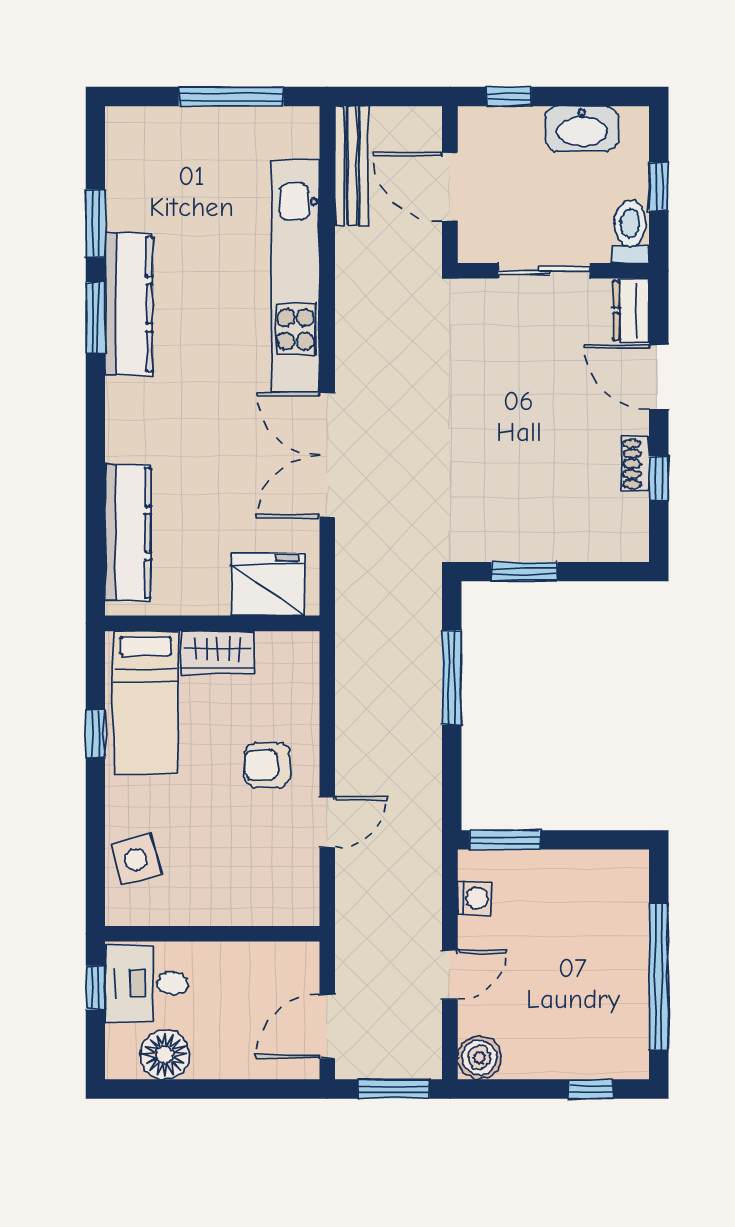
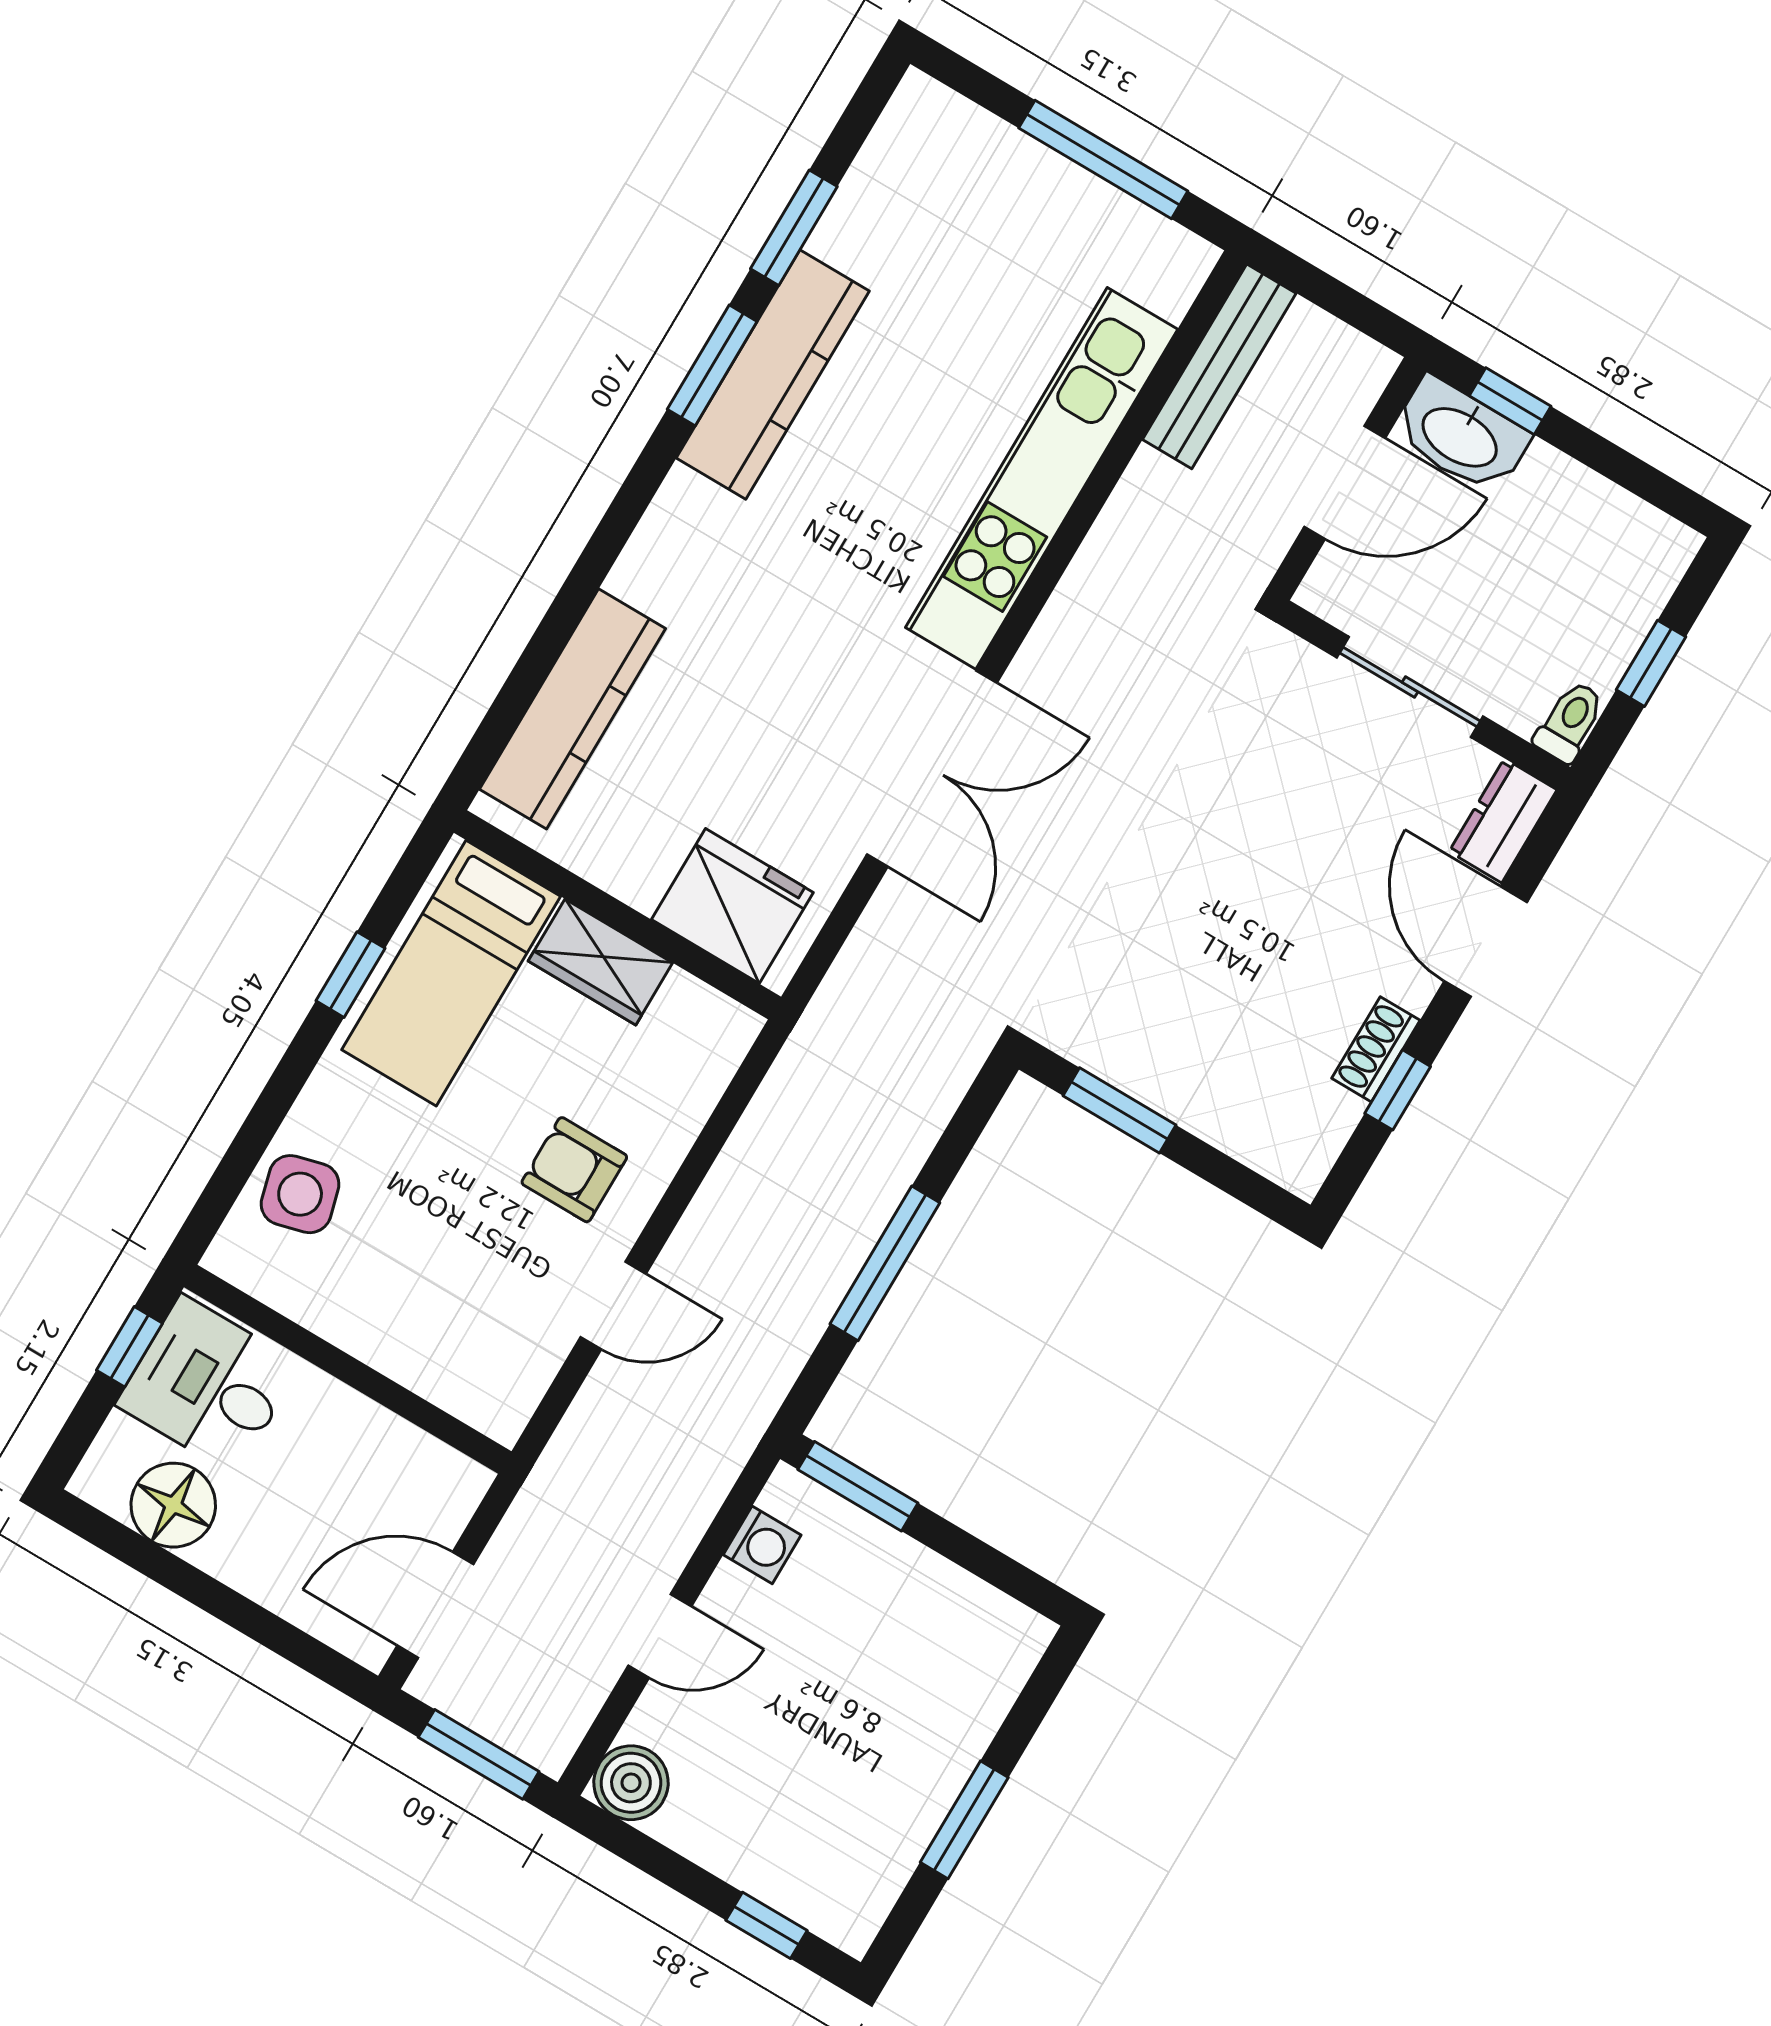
washbasin: (582, 129) -> (1461, 435), moved
door: (450, 187) -> (1345, 482), swing flipped
toilet: (630, 232) -> (1570, 722), width x0.73, depth x0.72
double door: (327, 455) -> (932, 769), swing flipped
window: (452, 677) -> (885, 1263), moved
window: (659, 976) -> (964, 1820), width x0.47

